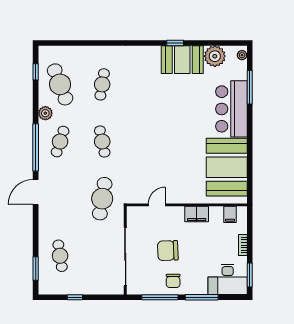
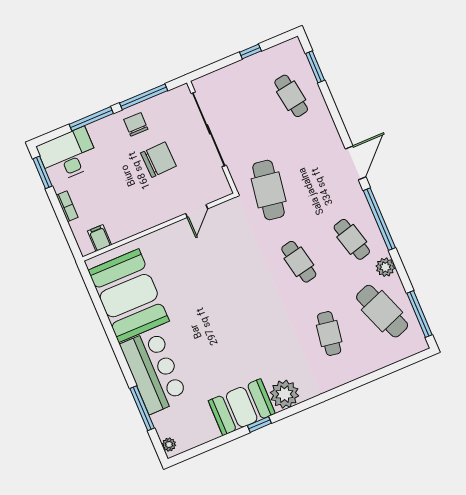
plant: (215, 56) -> (284, 394), moved
window: (36, 72) -> (419, 314), width x2.17
cafe table: (60, 142) -> (352, 239), turned -33
filing cabinet: (197, 214) -> (142, 221), removed

